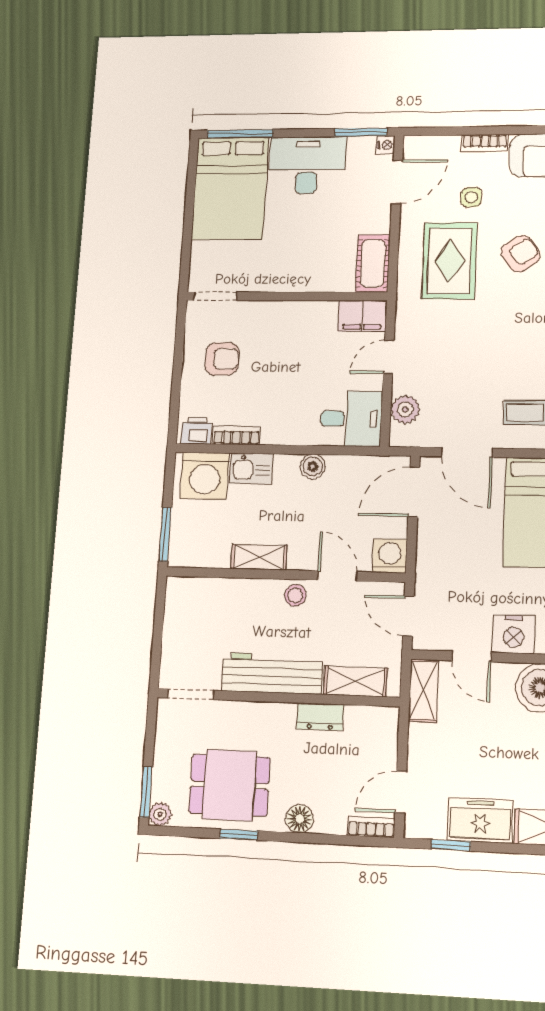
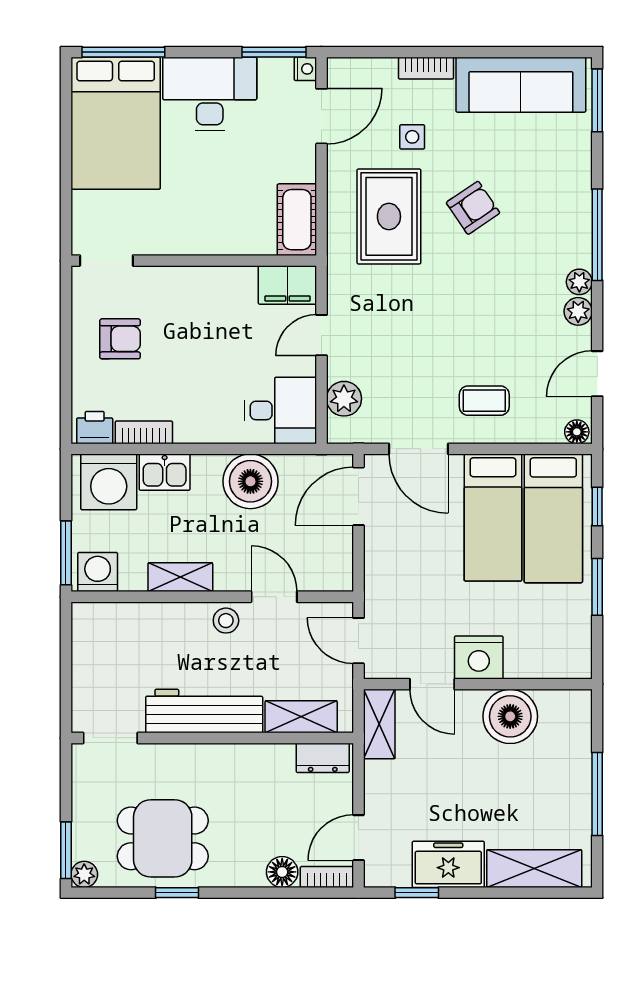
boiler: (313, 467) -> (250, 481), width x1.86, depth x1.86
washing machine: (390, 556) -> (98, 572), moved
dresser: (320, 717) -> (323, 758), moved
floor lamp: (300, 819) -> (282, 872), moved

